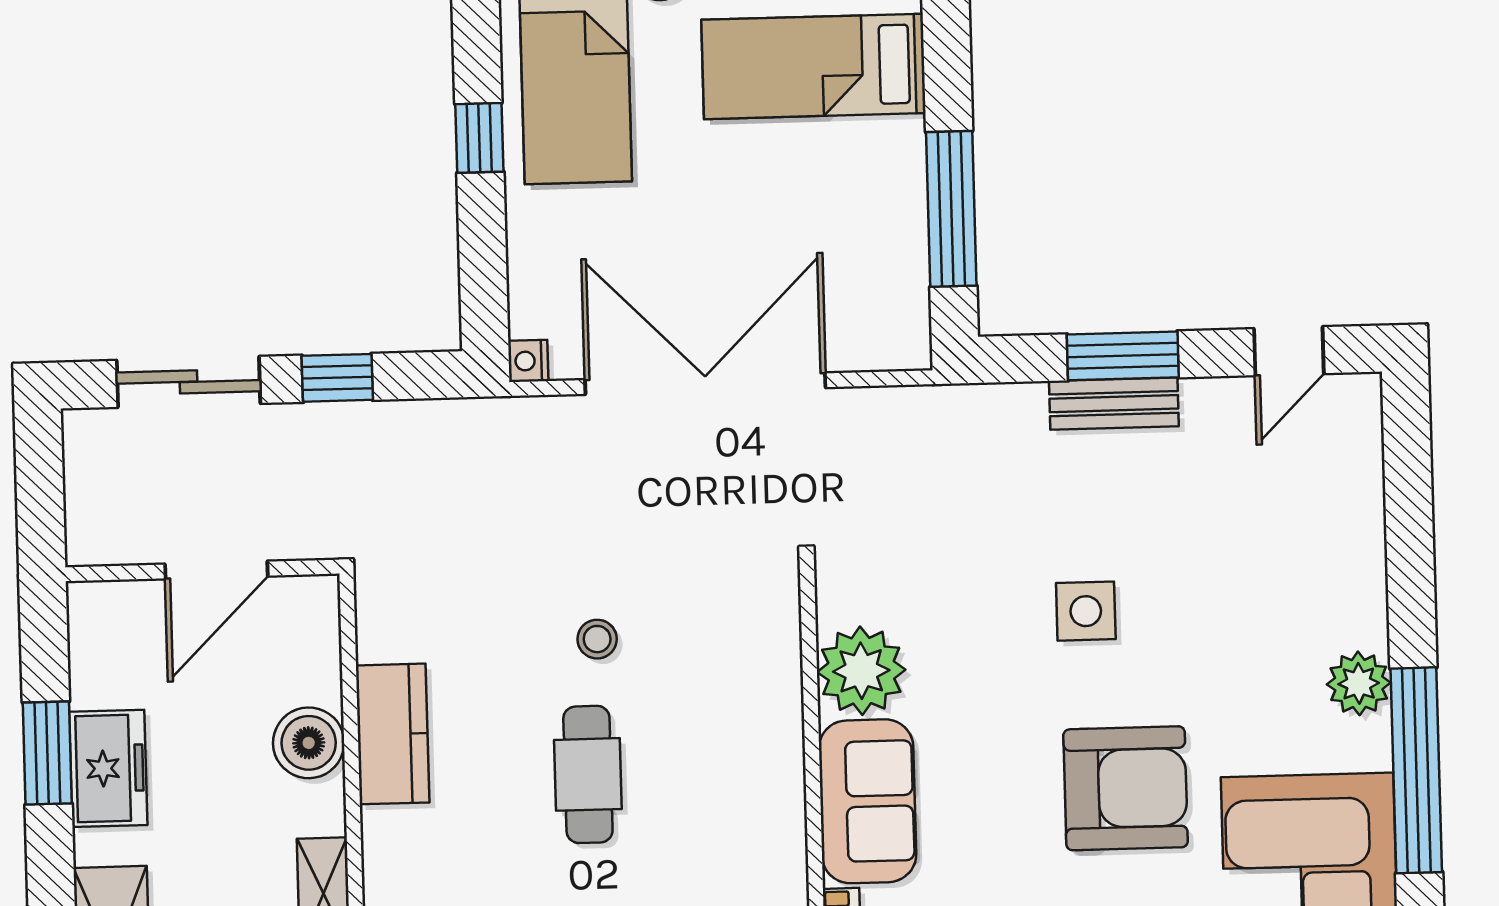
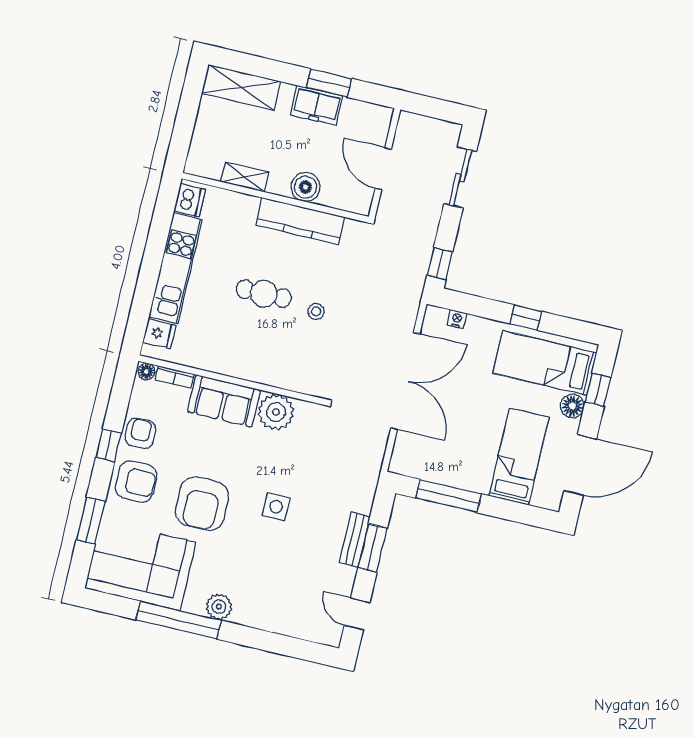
nightstand: (528, 361) -> (457, 319), moved
window: (337, 378) -> (440, 264), moved
kitchen counter: (393, 734) -> (300, 221), width x1.50

